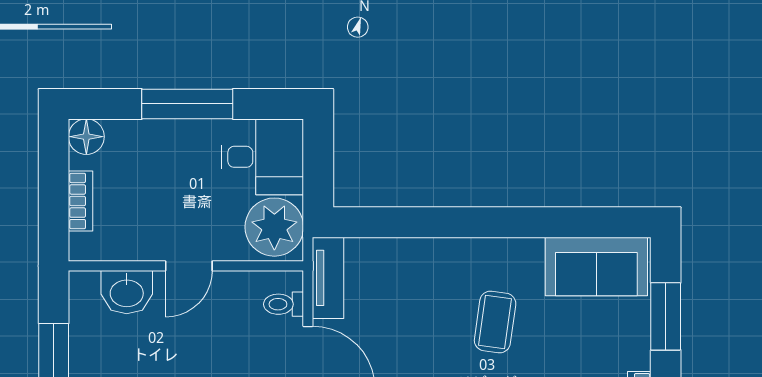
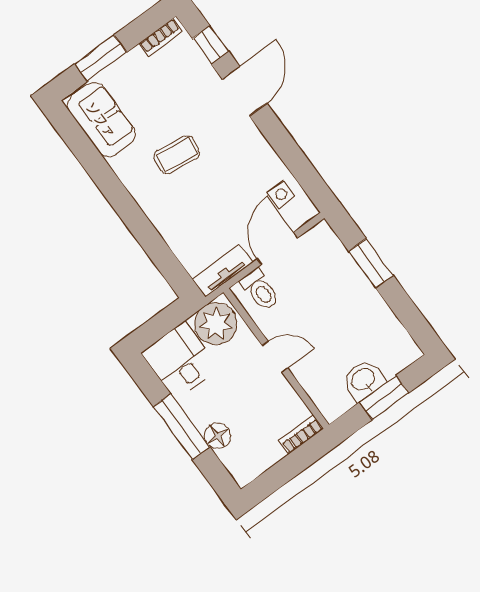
floor lamp: (86, 137) -> (217, 436), moved
bookcase: (80, 201) -> (301, 434), moved
washbasin: (127, 292) -> (363, 380), moved, turned -90
toilet: (284, 304) -> (260, 290), width x1.37, depth x1.39

